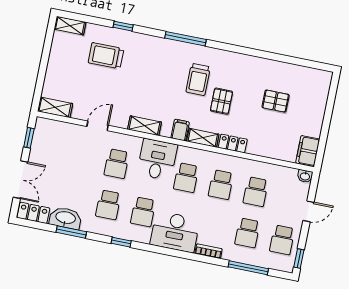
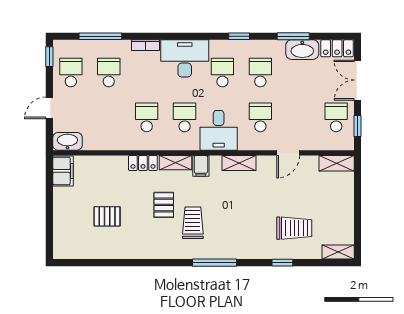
washbasin: (305, 176) -> (67, 141), width x1.91, depth x1.45
school desk: (256, 192) -> (336, 117), moved

